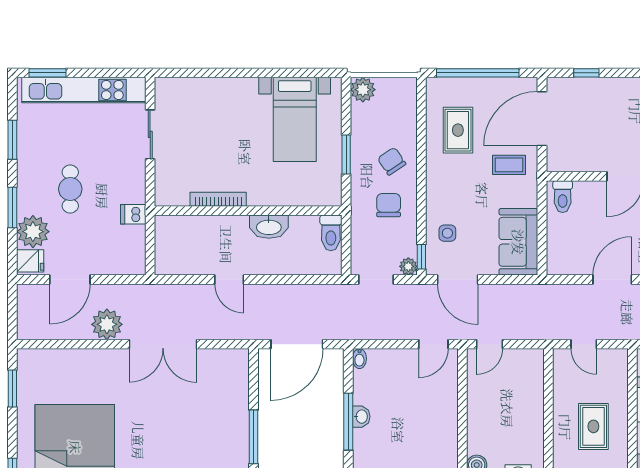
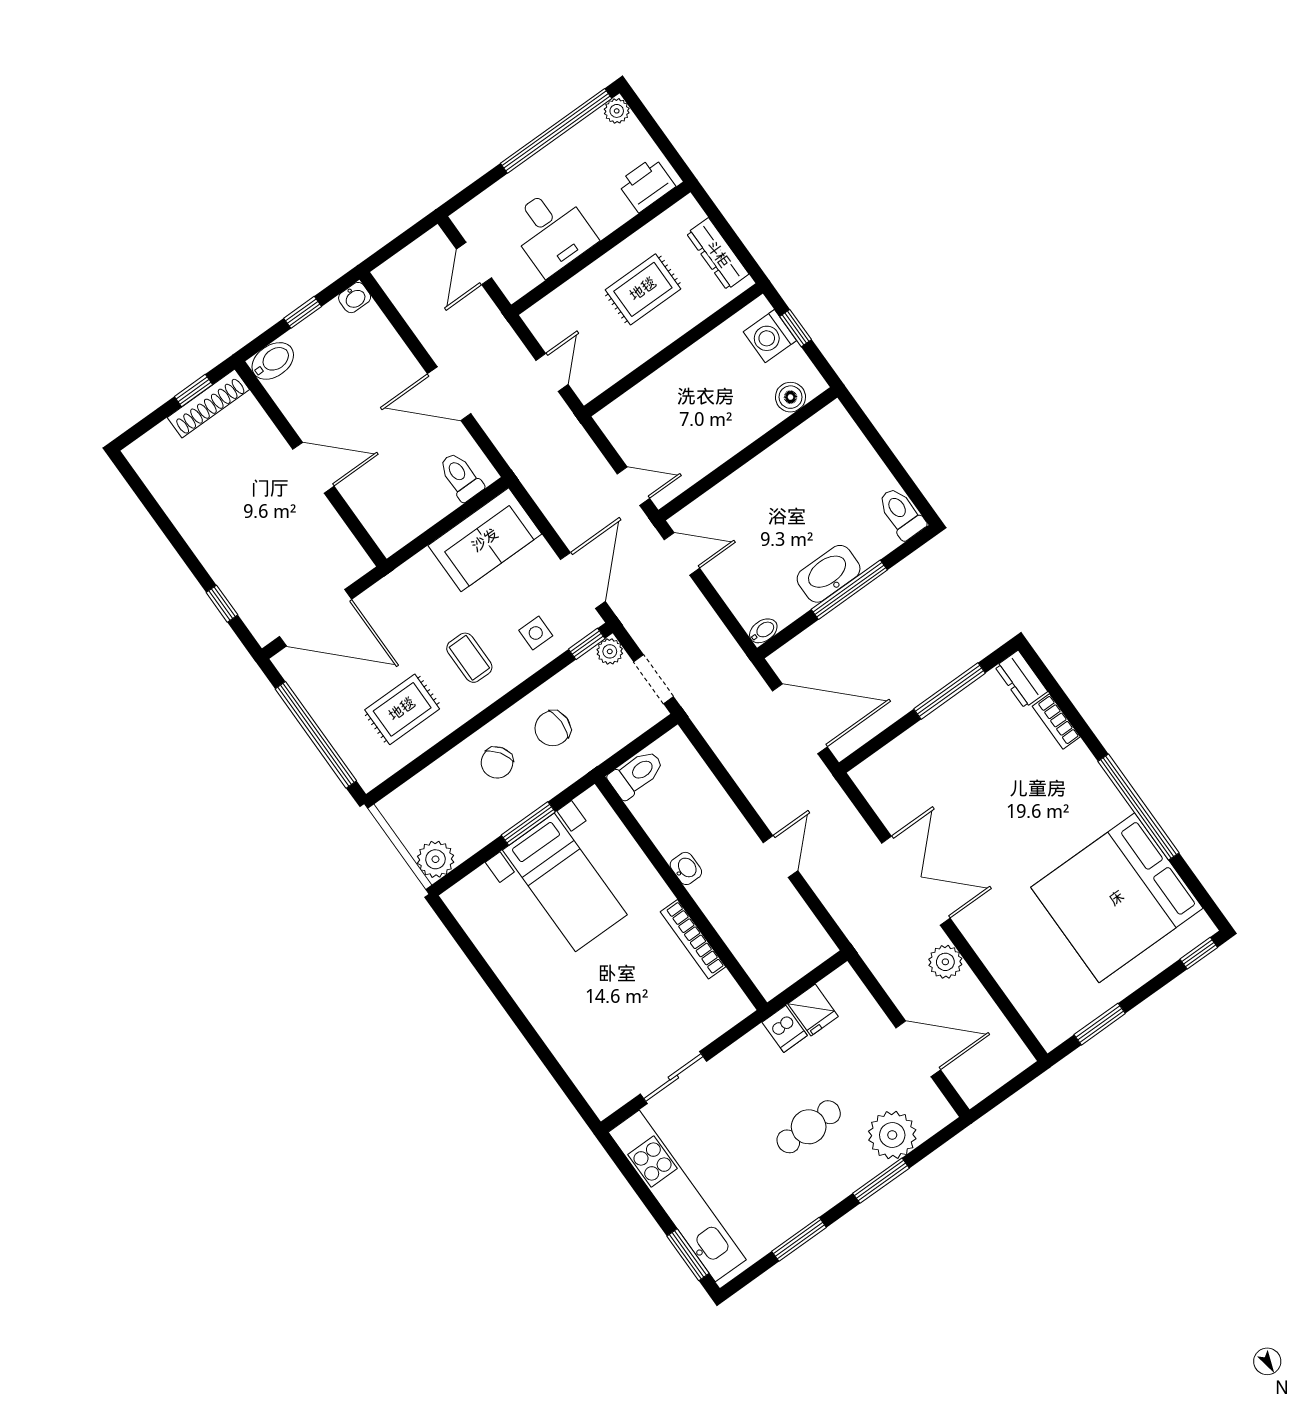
bed with nightstands: (295, 119) -> (565, 882), moved, turned 90
coffee table: (509, 165) -> (469, 658), moved
toilet: (563, 197) -> (461, 477), moved, turned -90
washbasin: (269, 227) -> (686, 868), width x0.52, depth x0.69
fridge: (30, 261) -> (813, 1010), moved, turned 180
plant: (107, 324) -> (945, 962), width x0.73, depth x0.73
washbasin: (361, 417) -> (829, 574), width x1.91, depth x1.45

